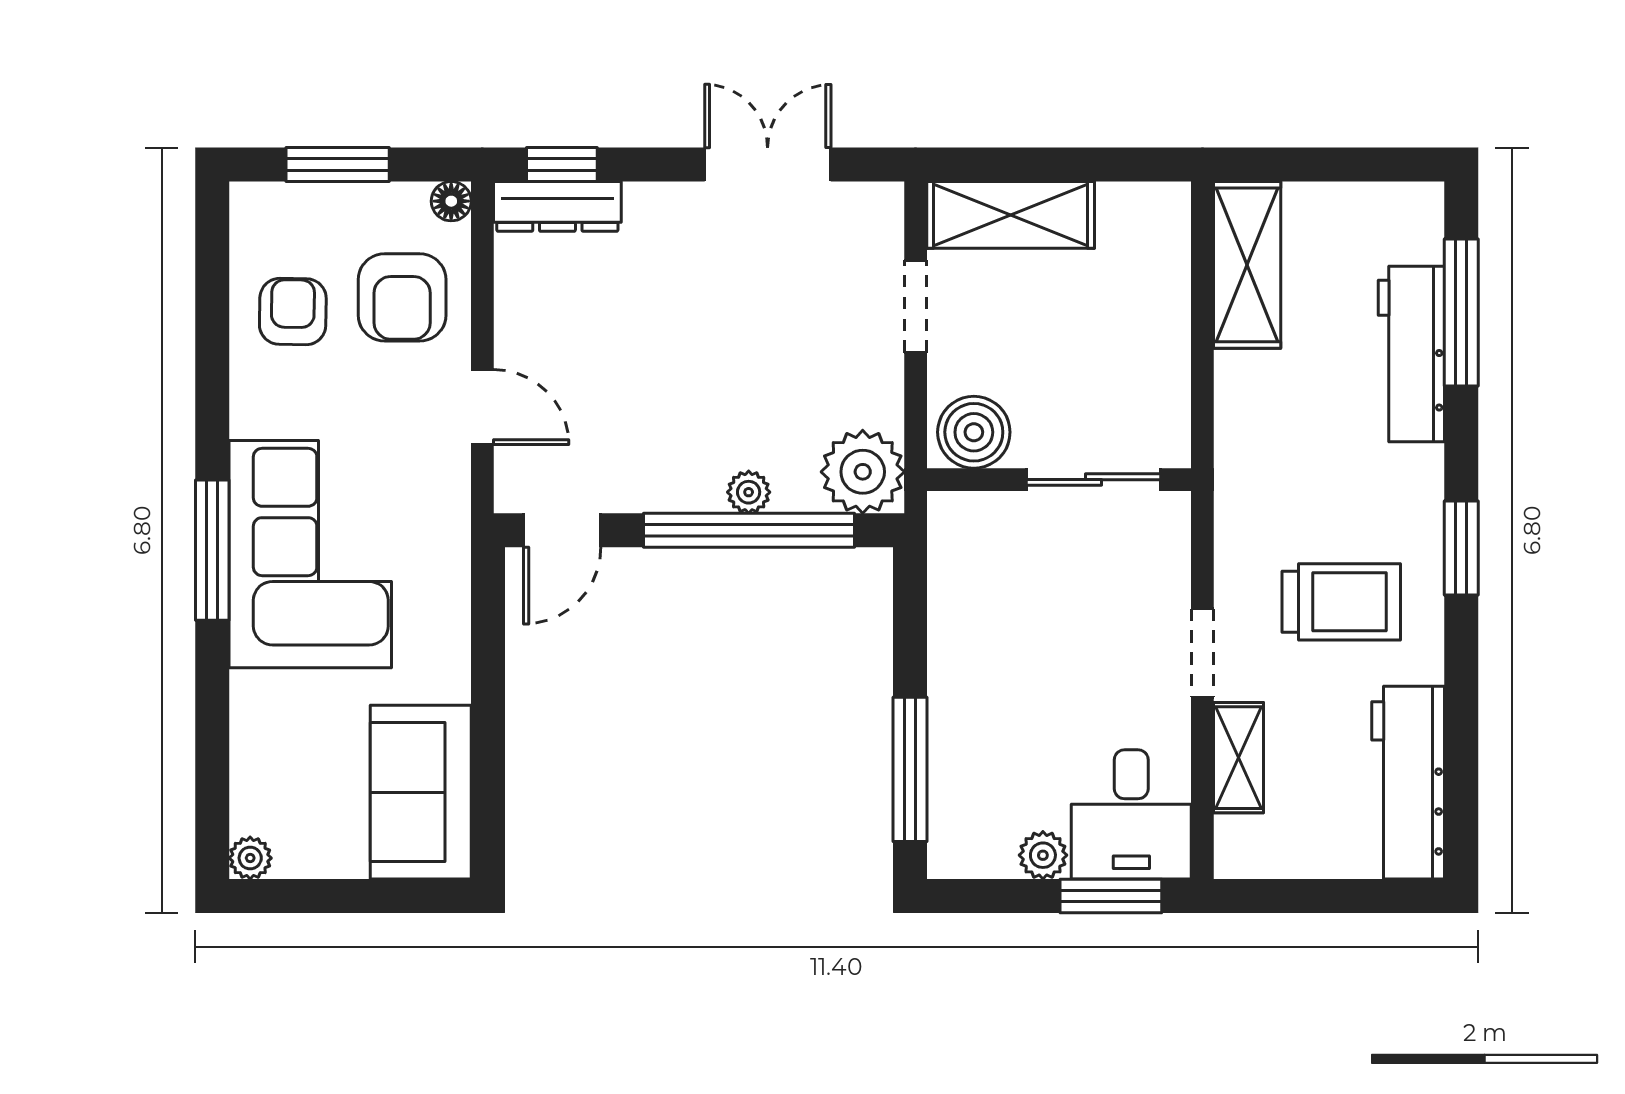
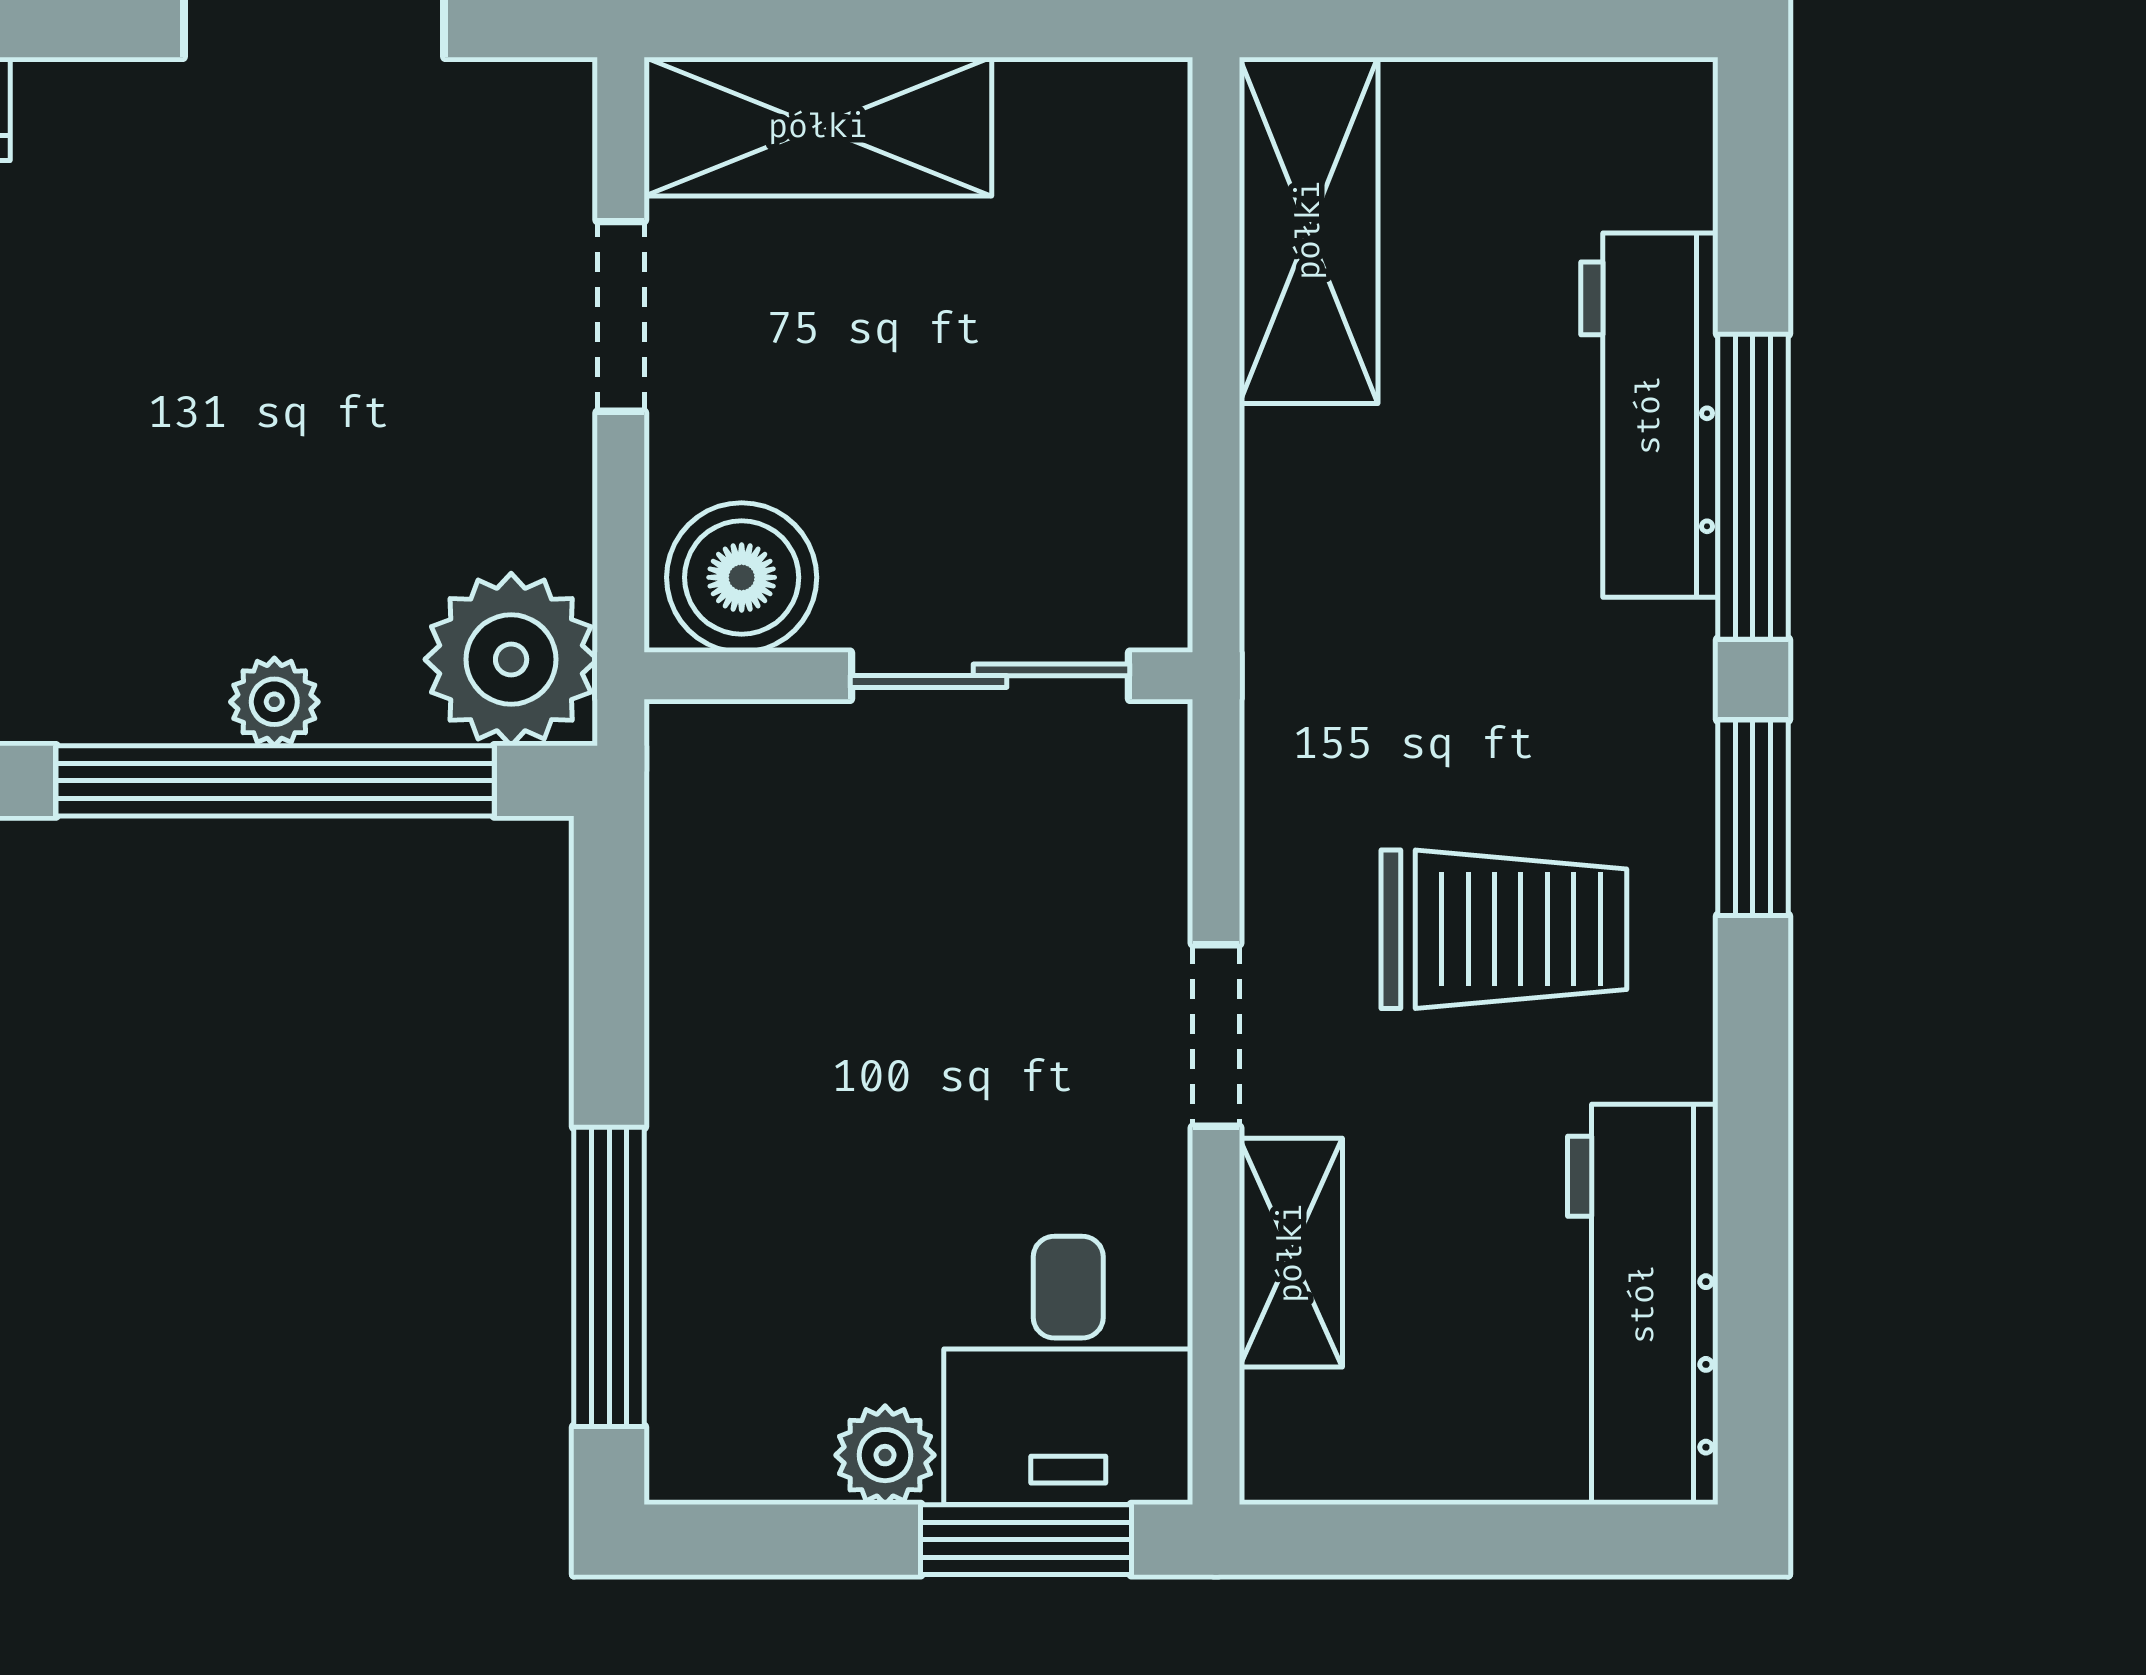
window: (1461, 313) -> (1753, 487), moved

